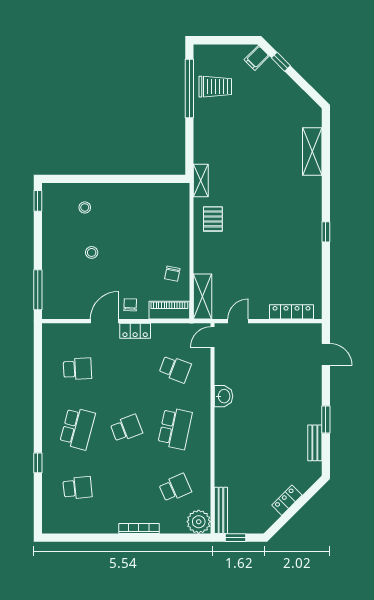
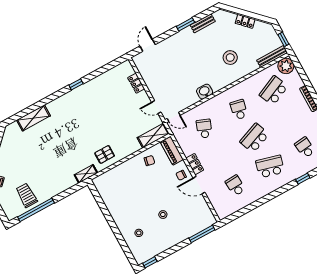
locker: (291, 312) -> (136, 83), width x0.66
school desk: (126, 428) -> (254, 138), width x1.85
school desk: (175, 428) -> (239, 110), width x0.54
stool: (250, 454) -> (230, 58), added
school desk: (175, 488) -> (274, 91), width x1.85

